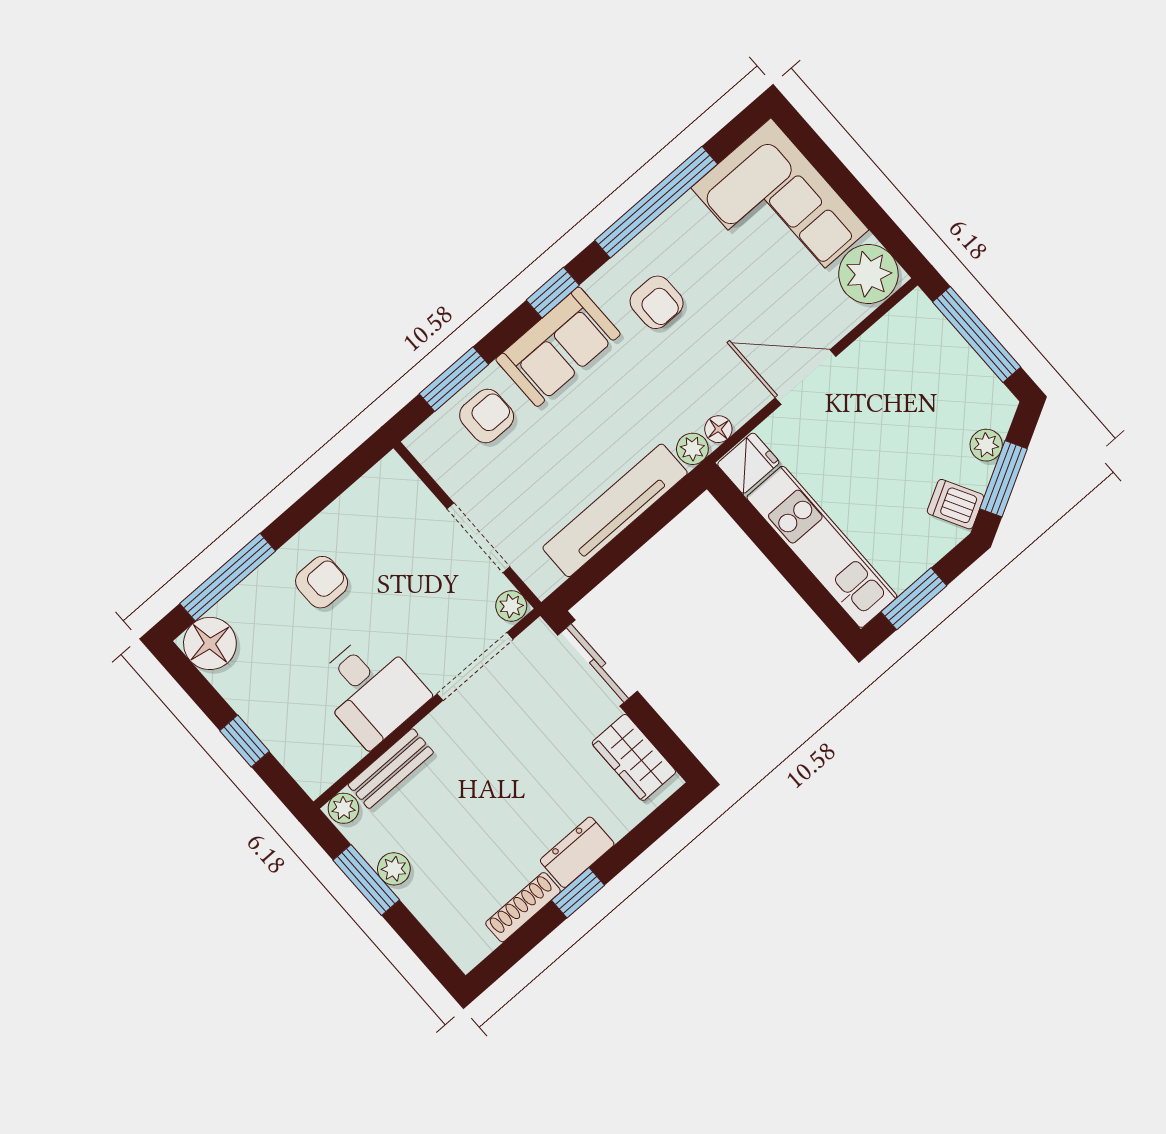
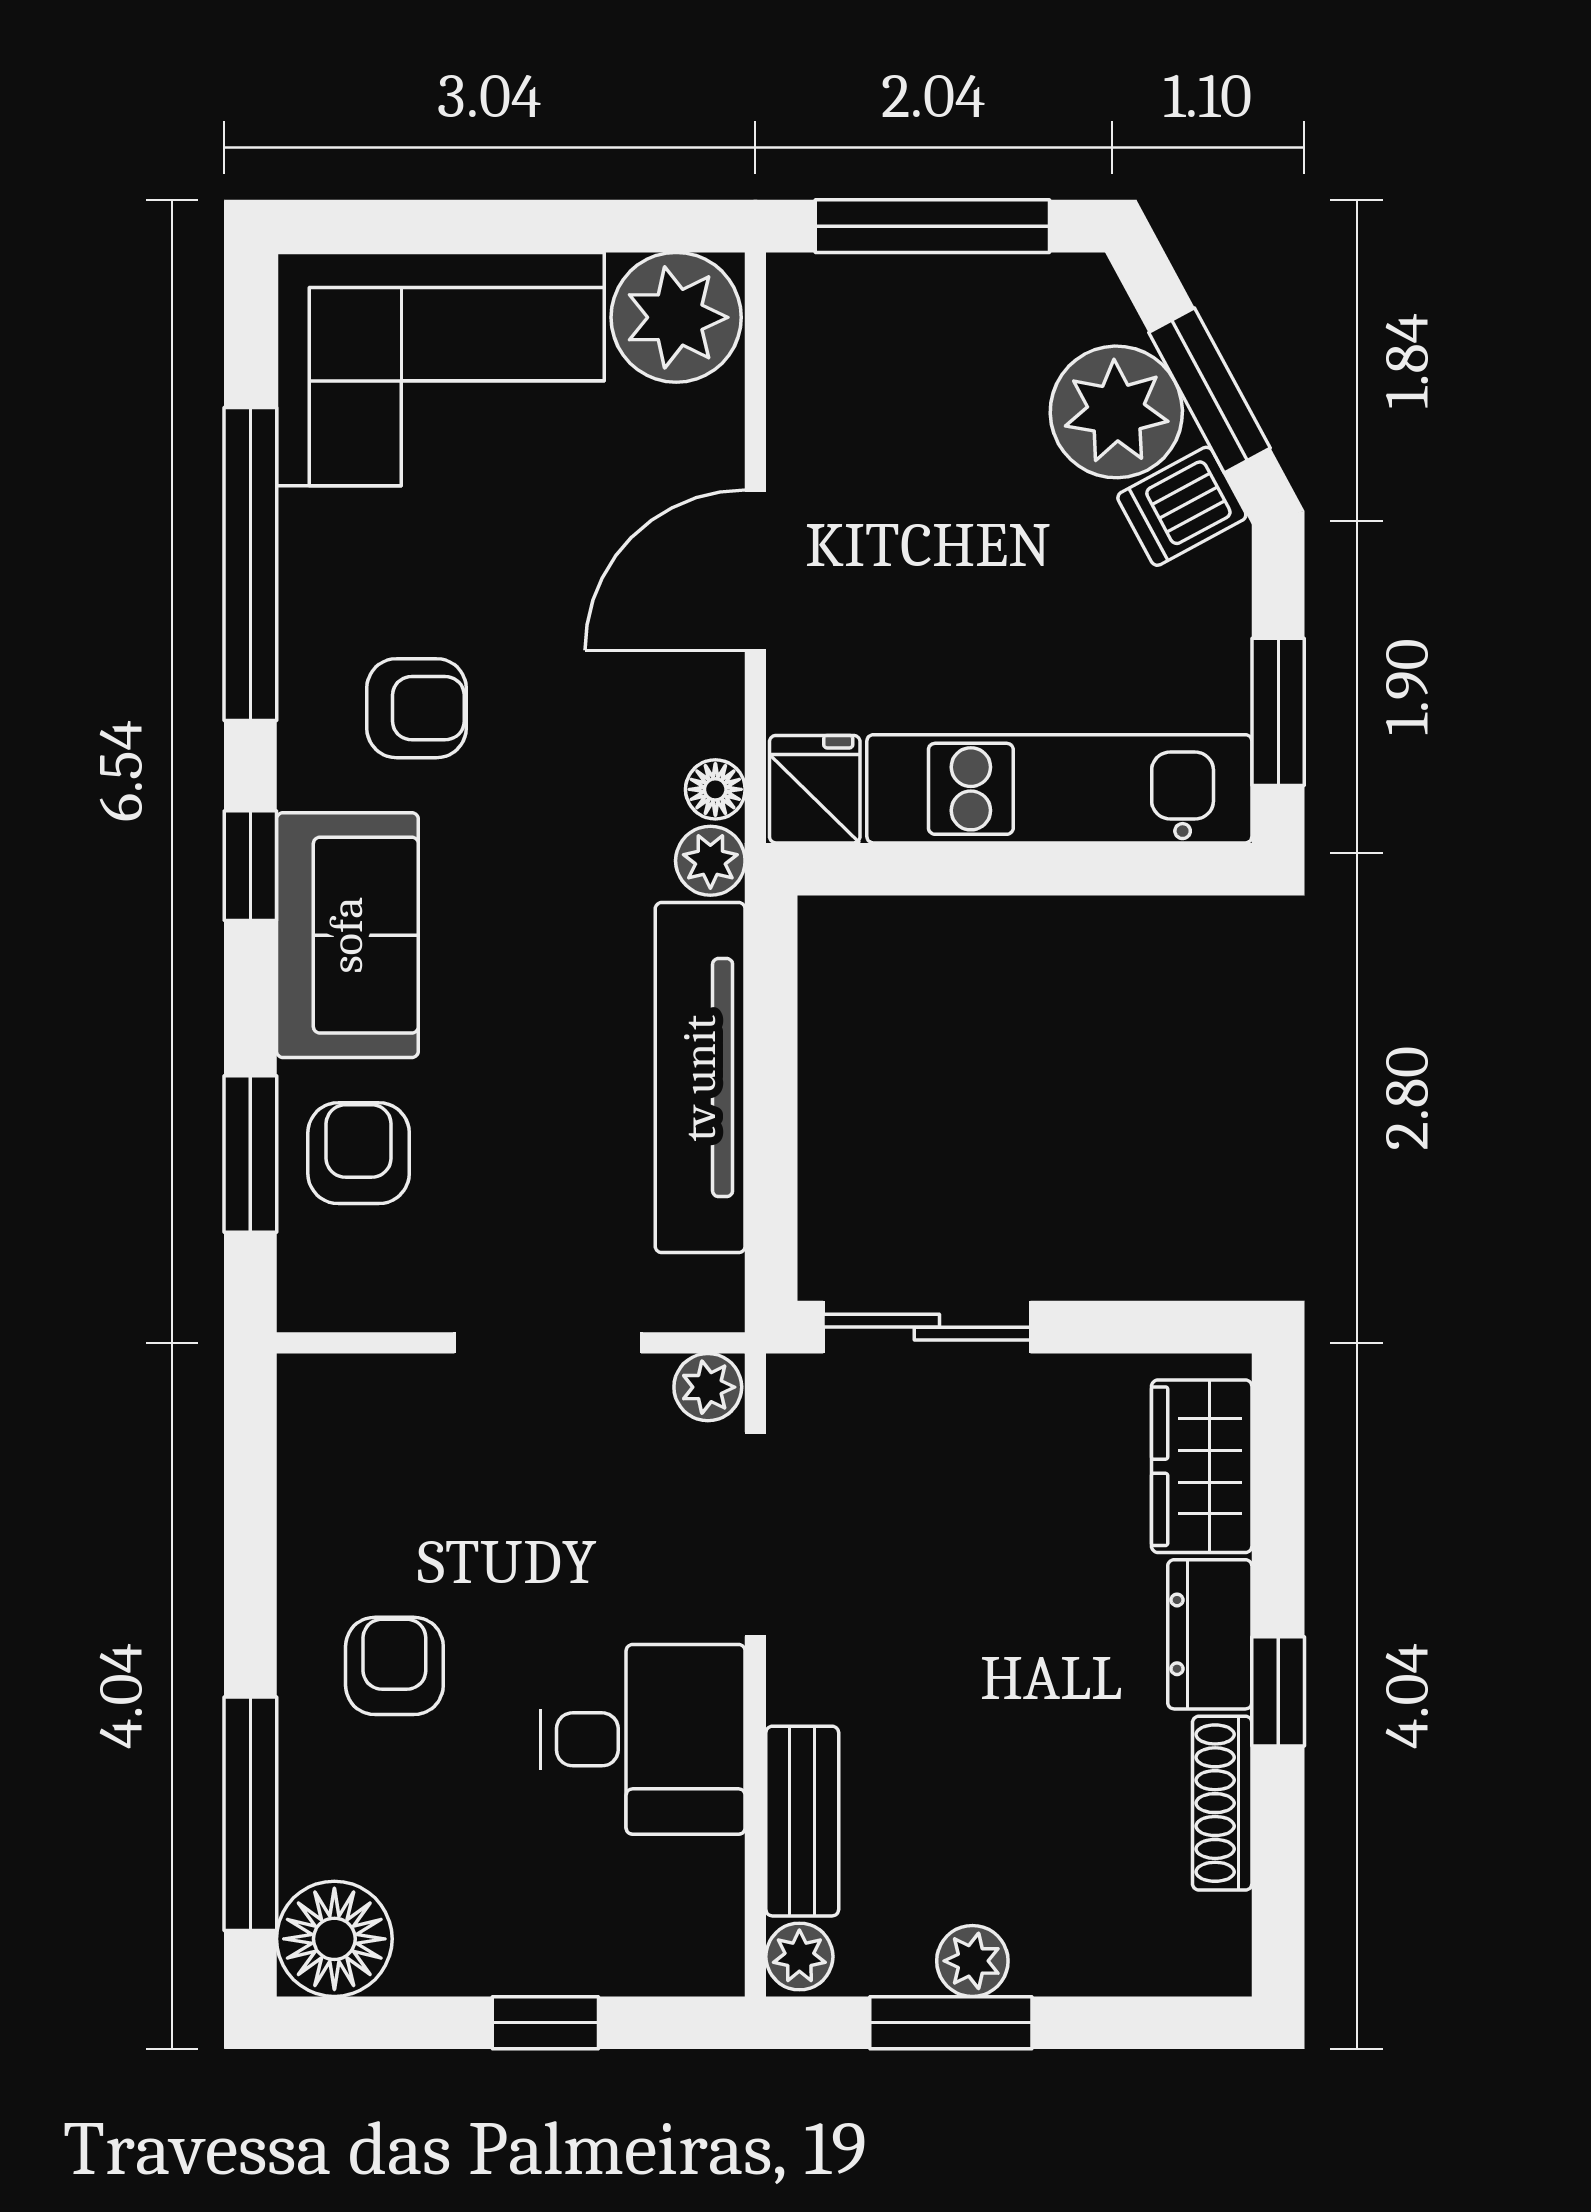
plant: (986, 445) -> (1116, 412), width x1.87, depth x1.87
wardrobe: (634, 757) -> (1202, 1466), moved, turned 90

